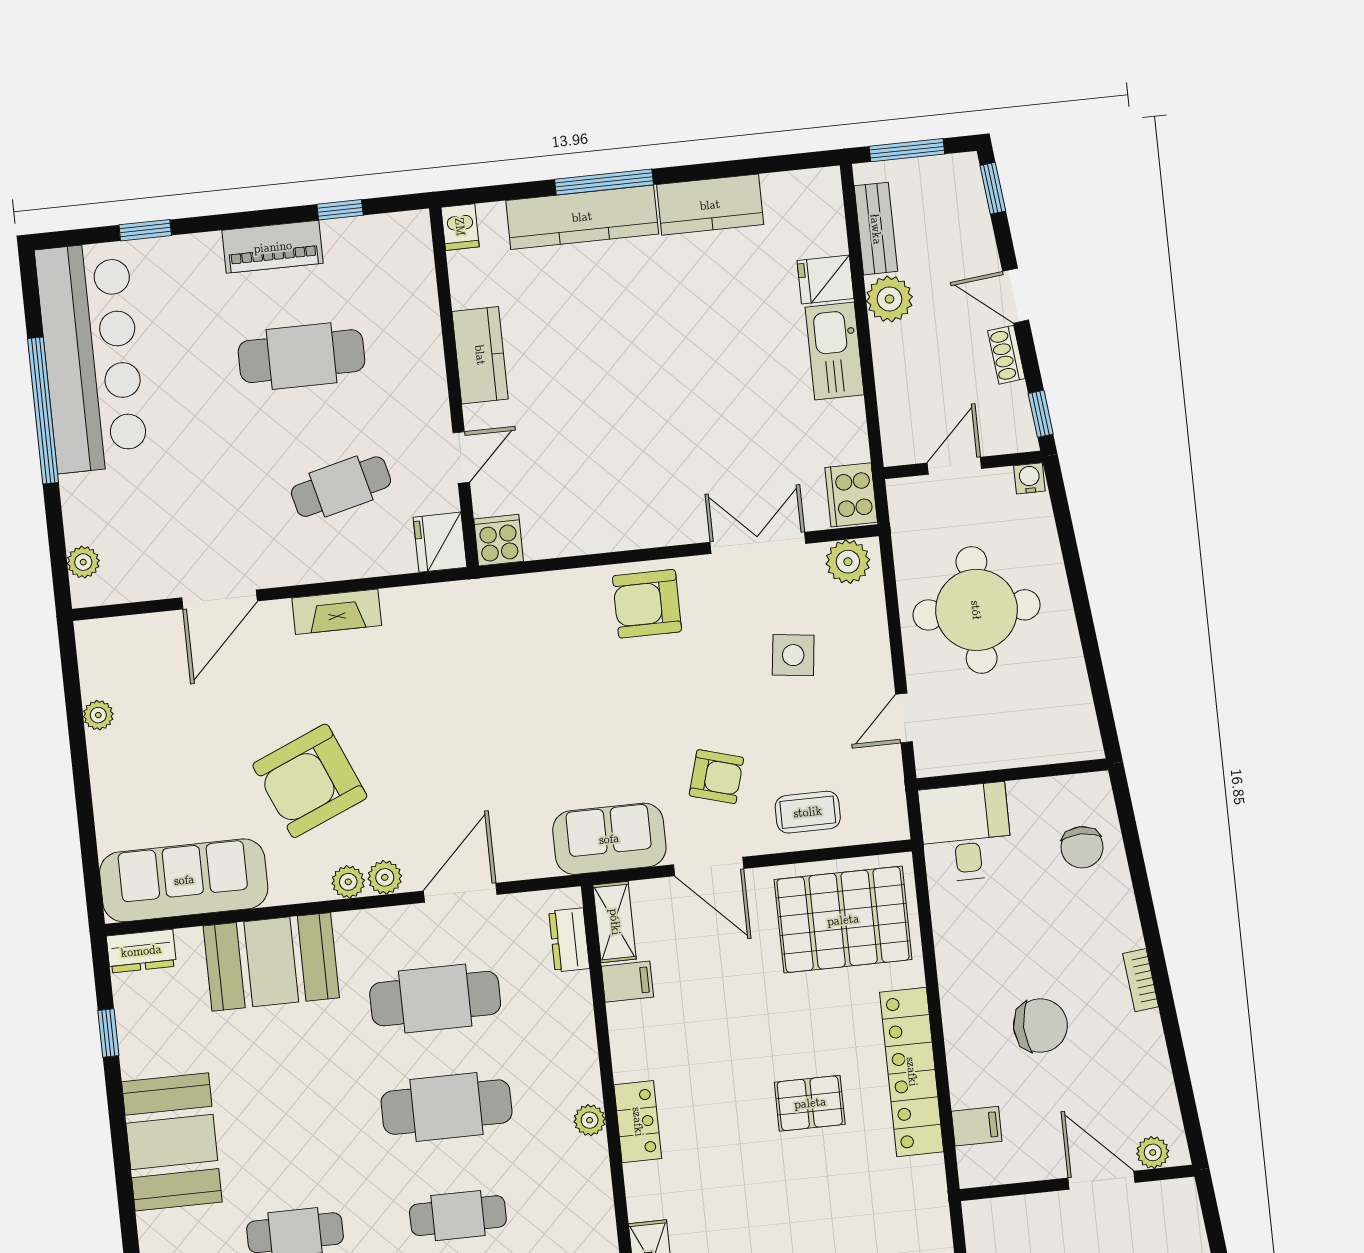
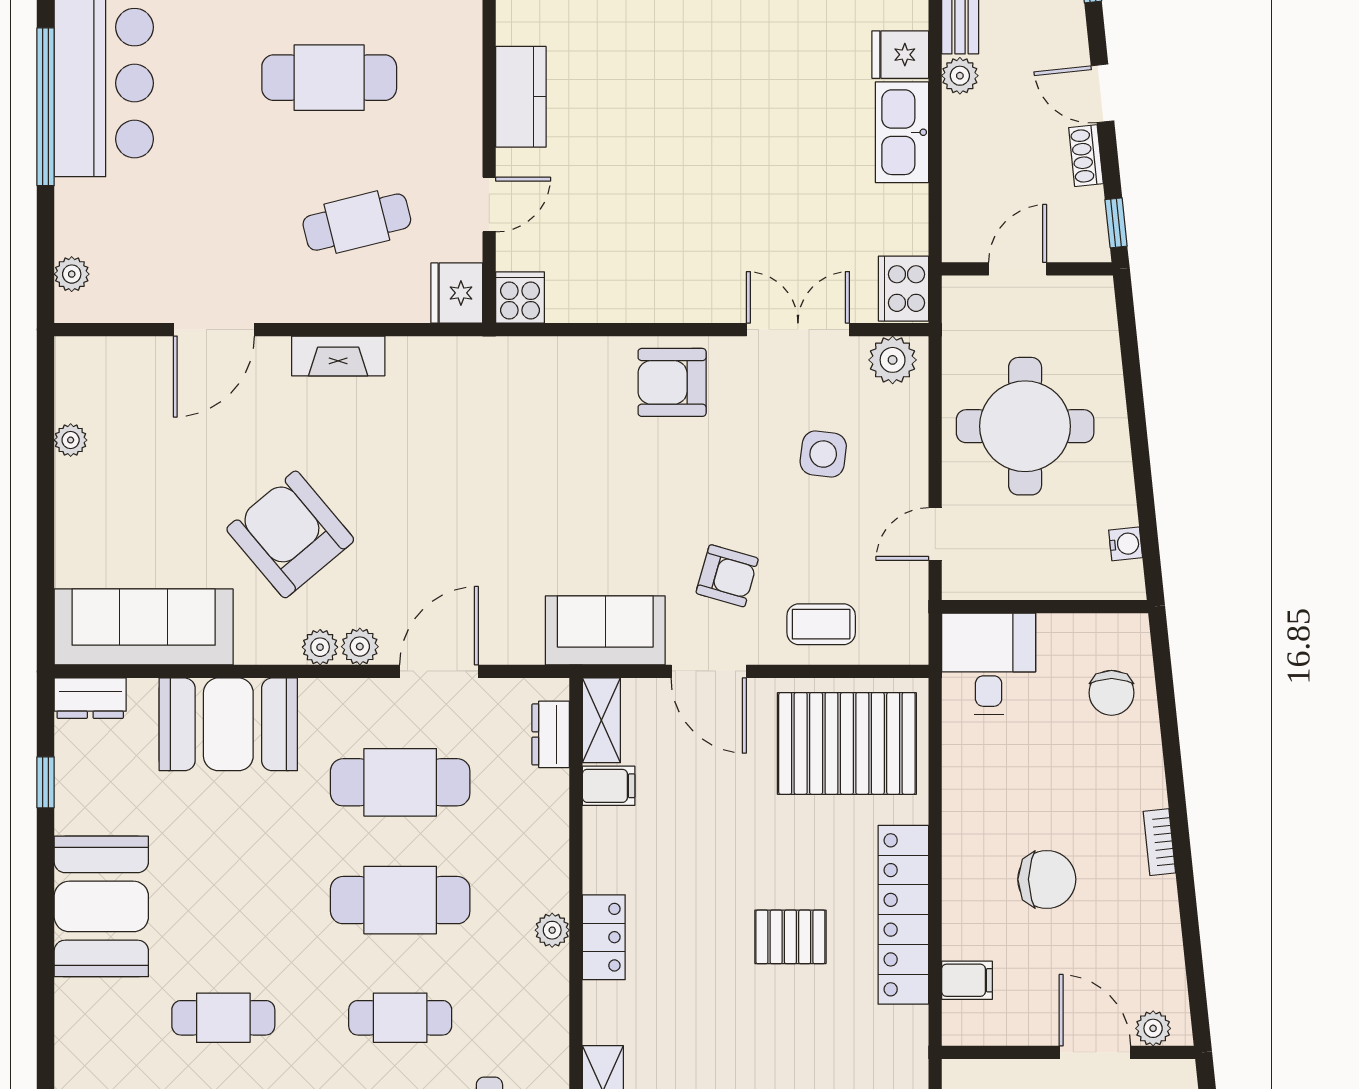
plant: (889, 299) -> (960, 76), width x0.73, depth x0.73
water cooler: (1029, 478) -> (1126, 544), moved, turned 84
armchair: (310, 781) -> (290, 534), turned 73

